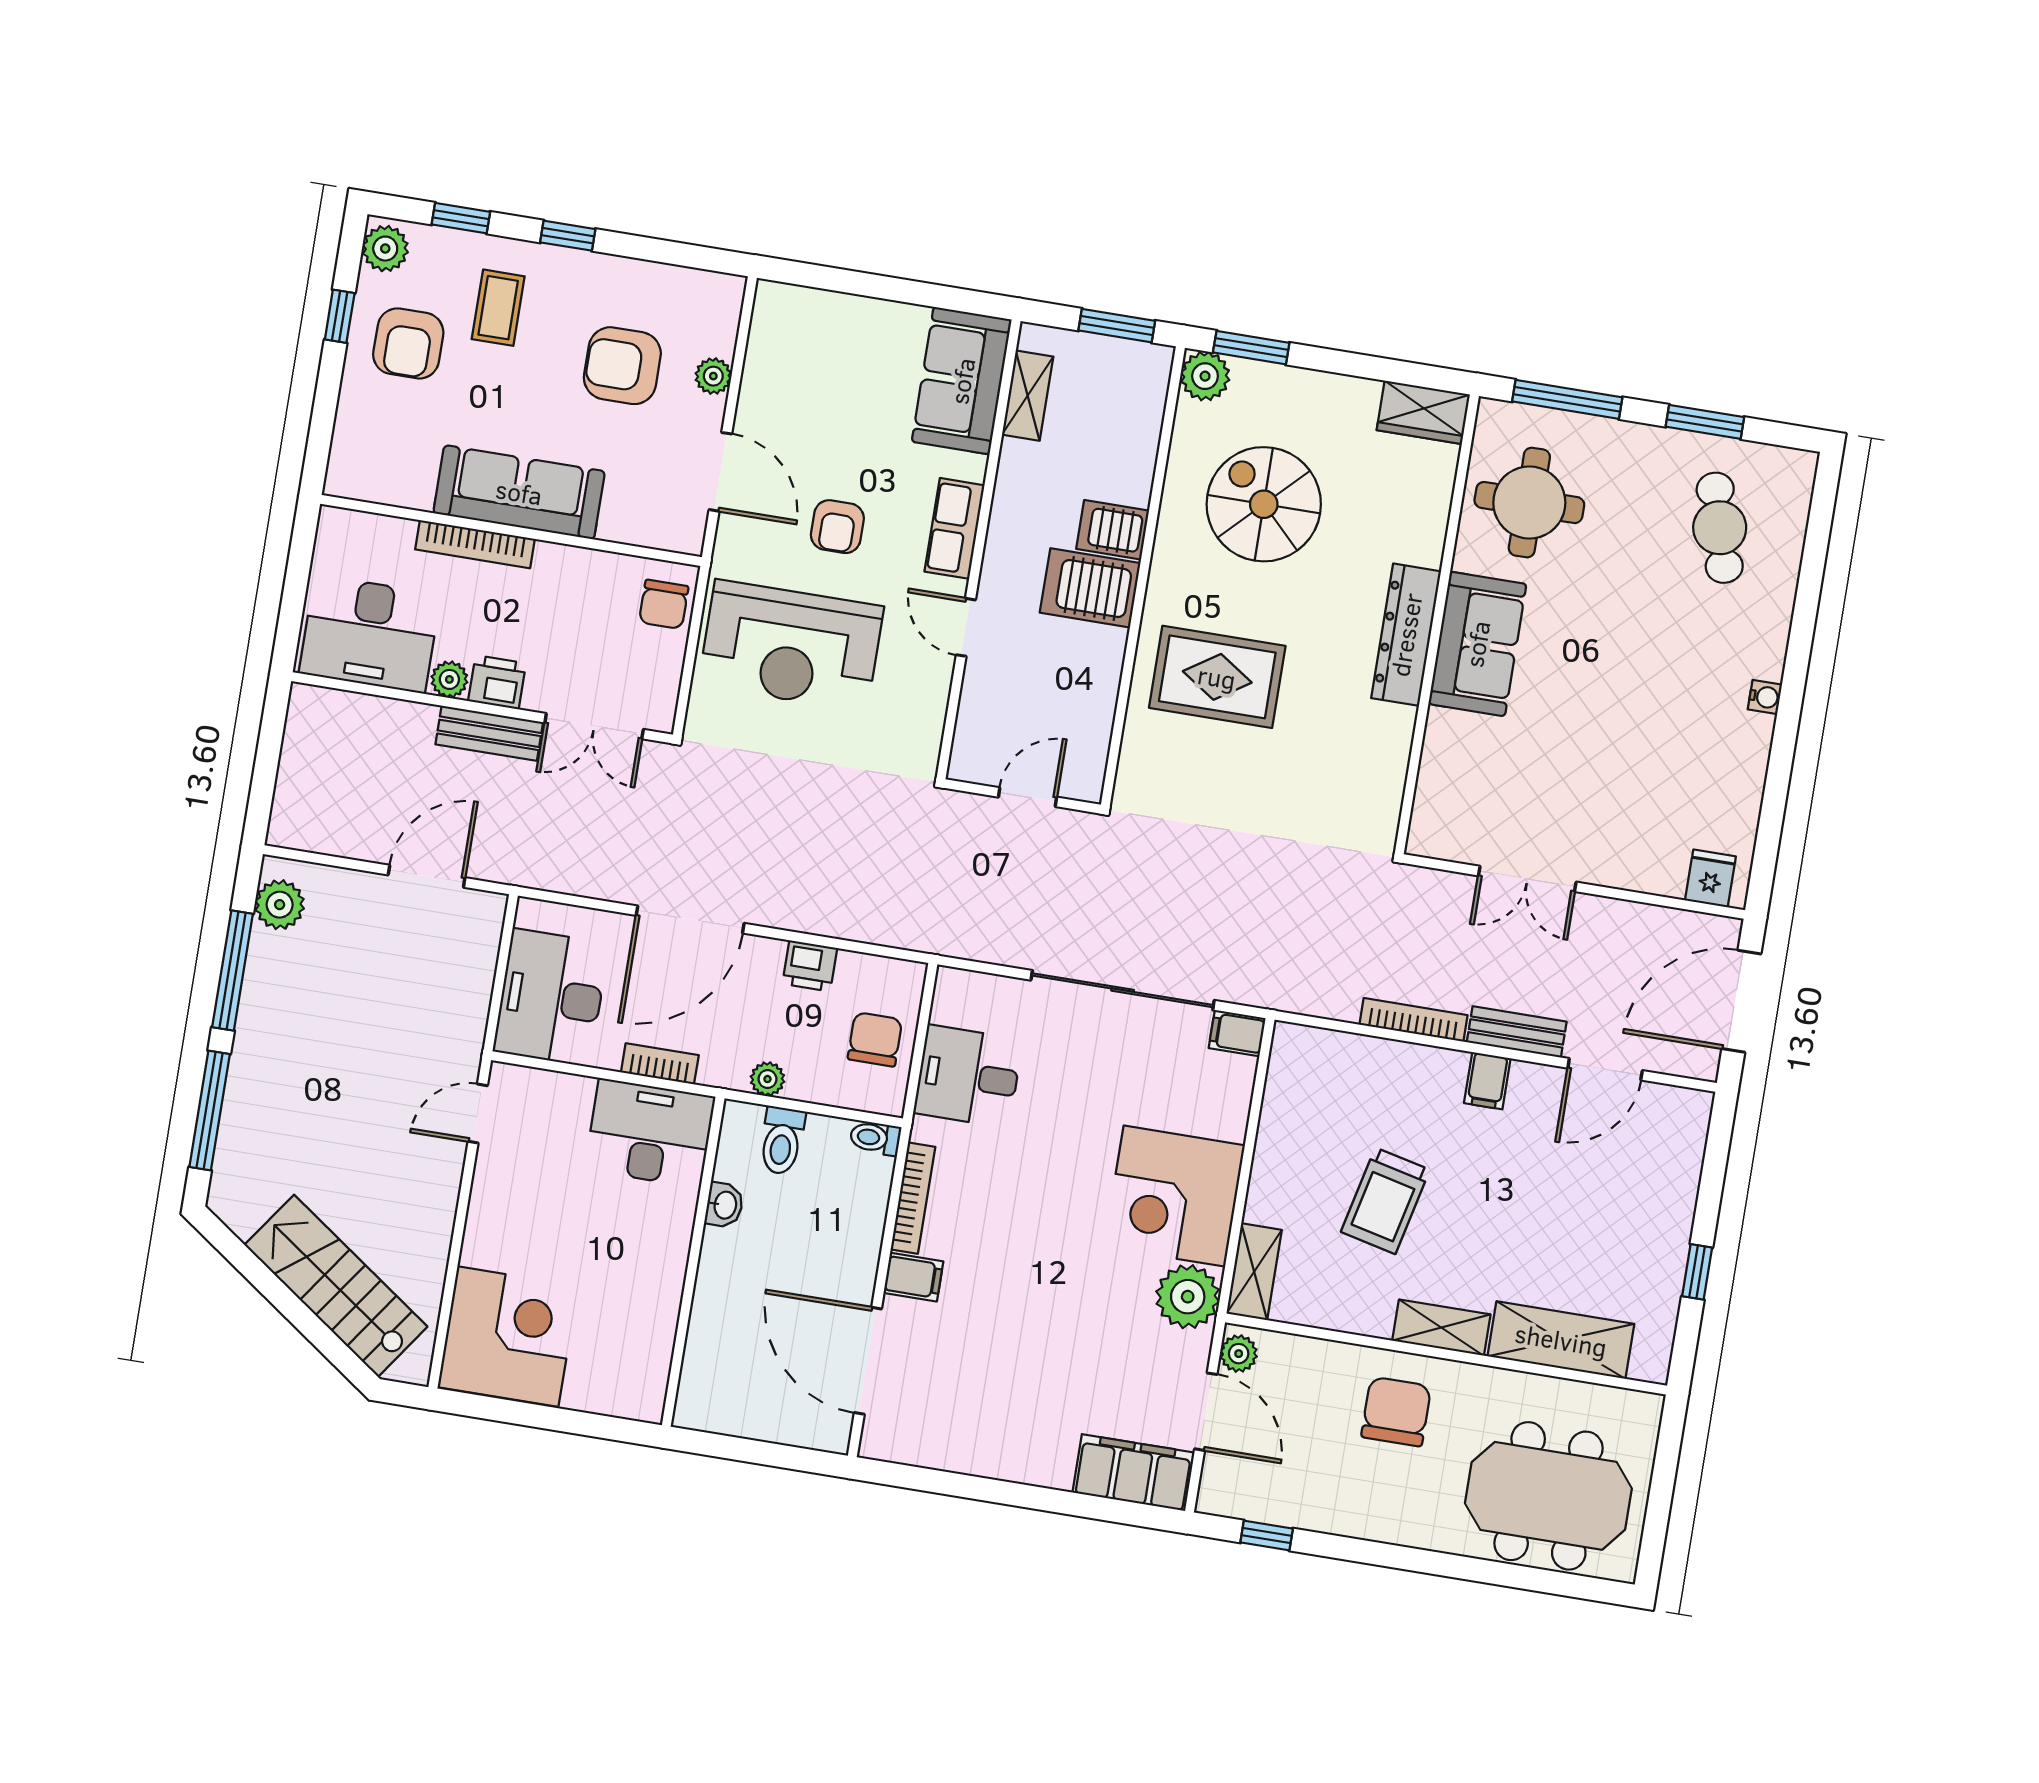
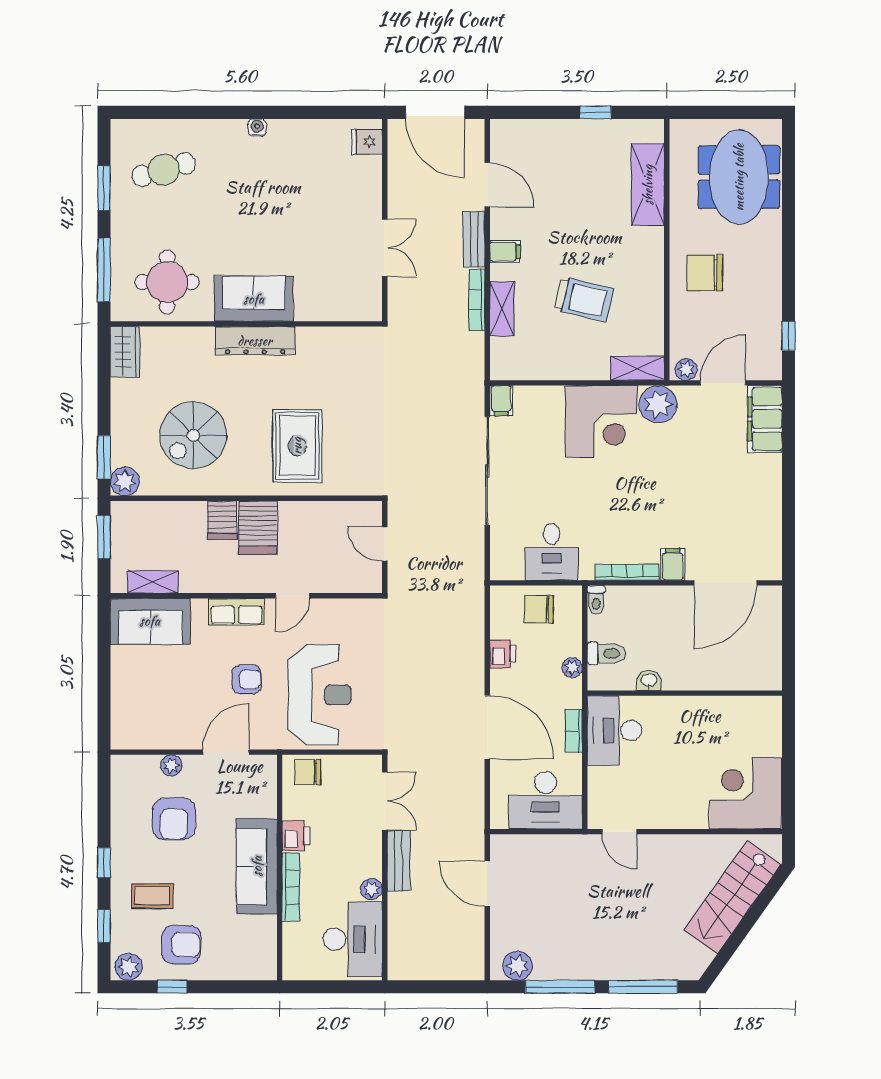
chair: (664, 604) -> (308, 772), turned 180
printer: (497, 682) -> (296, 836), moved, turned 180
shelving: (1441, 1328) -> (502, 309), moved

